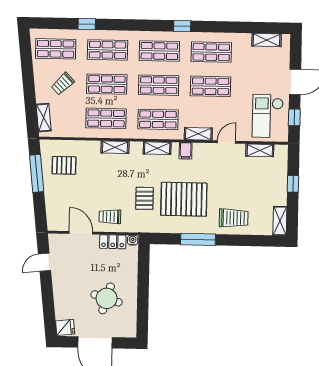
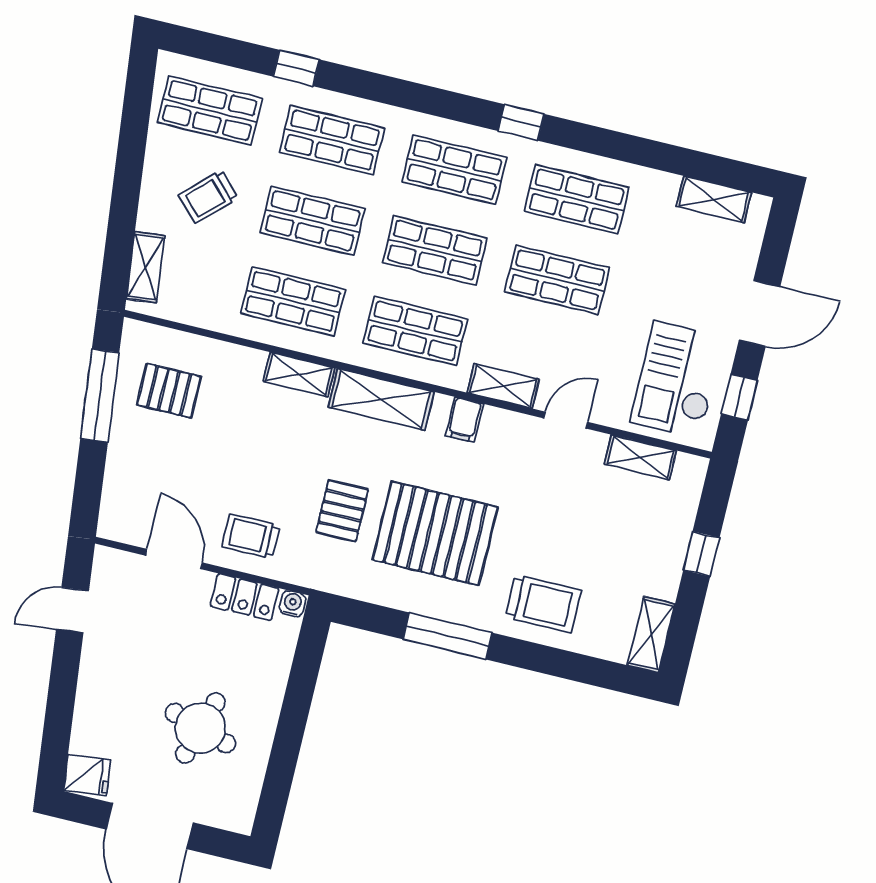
shelving: (157, 148) -> (381, 399), width x1.50, depth x1.33

